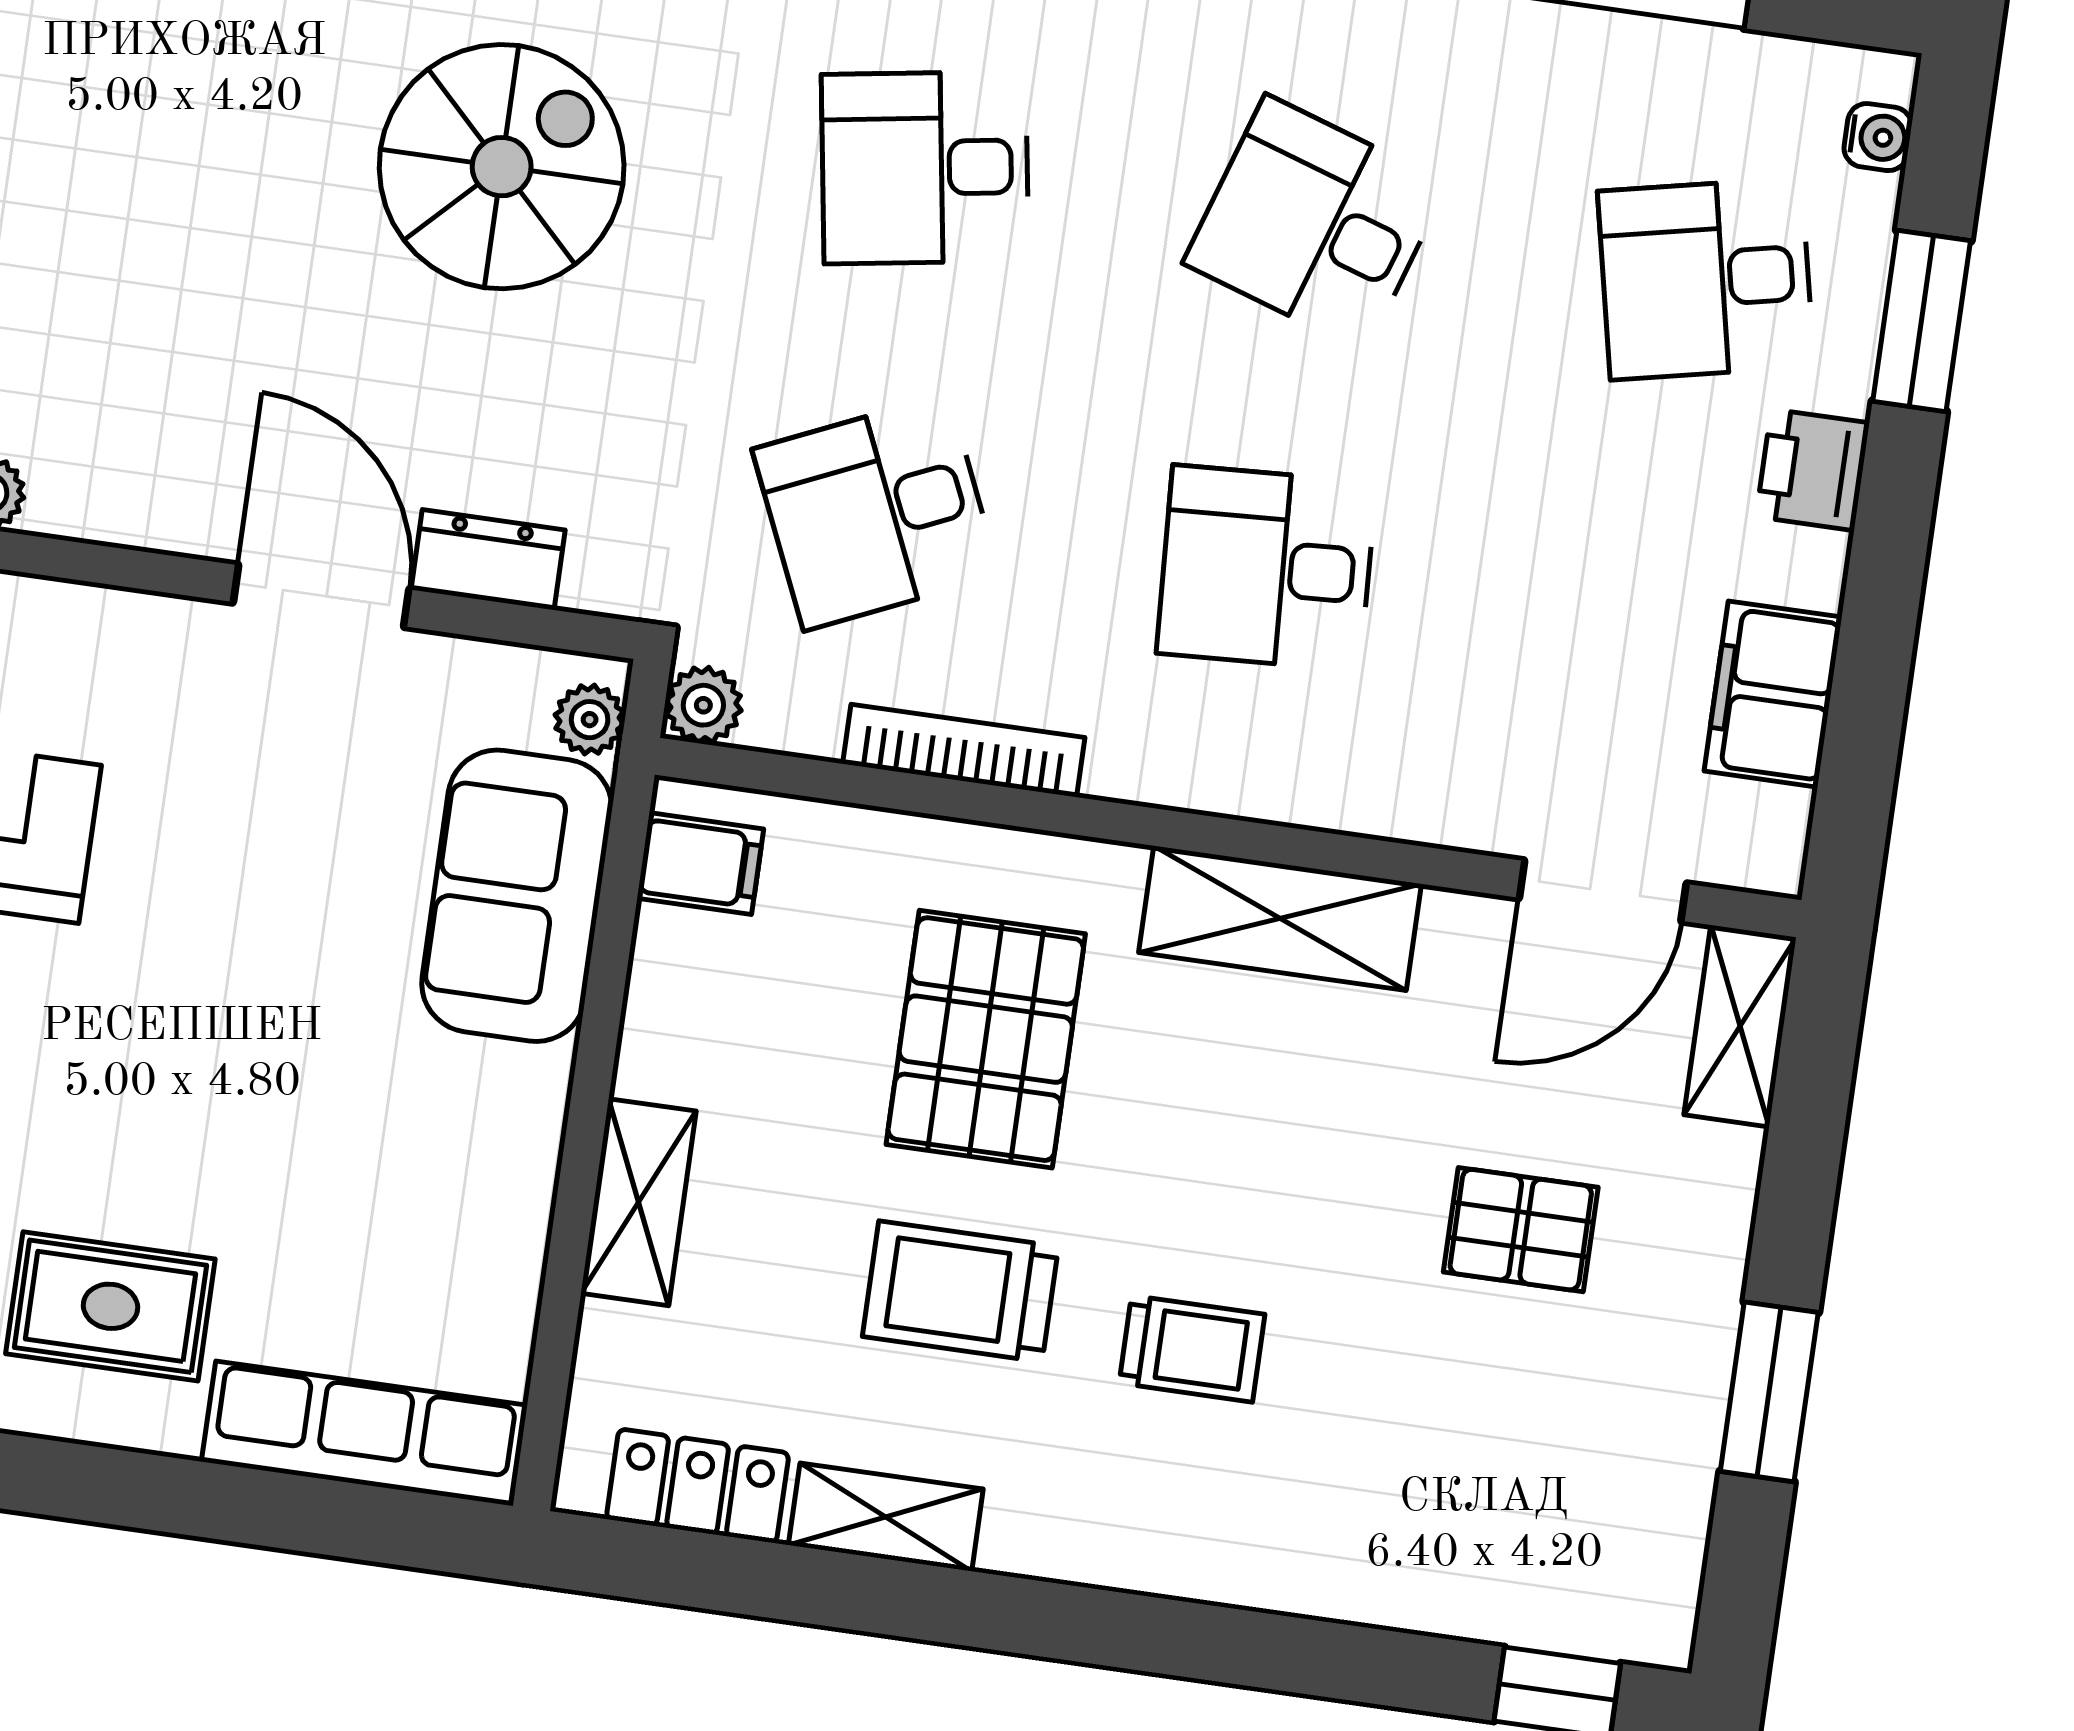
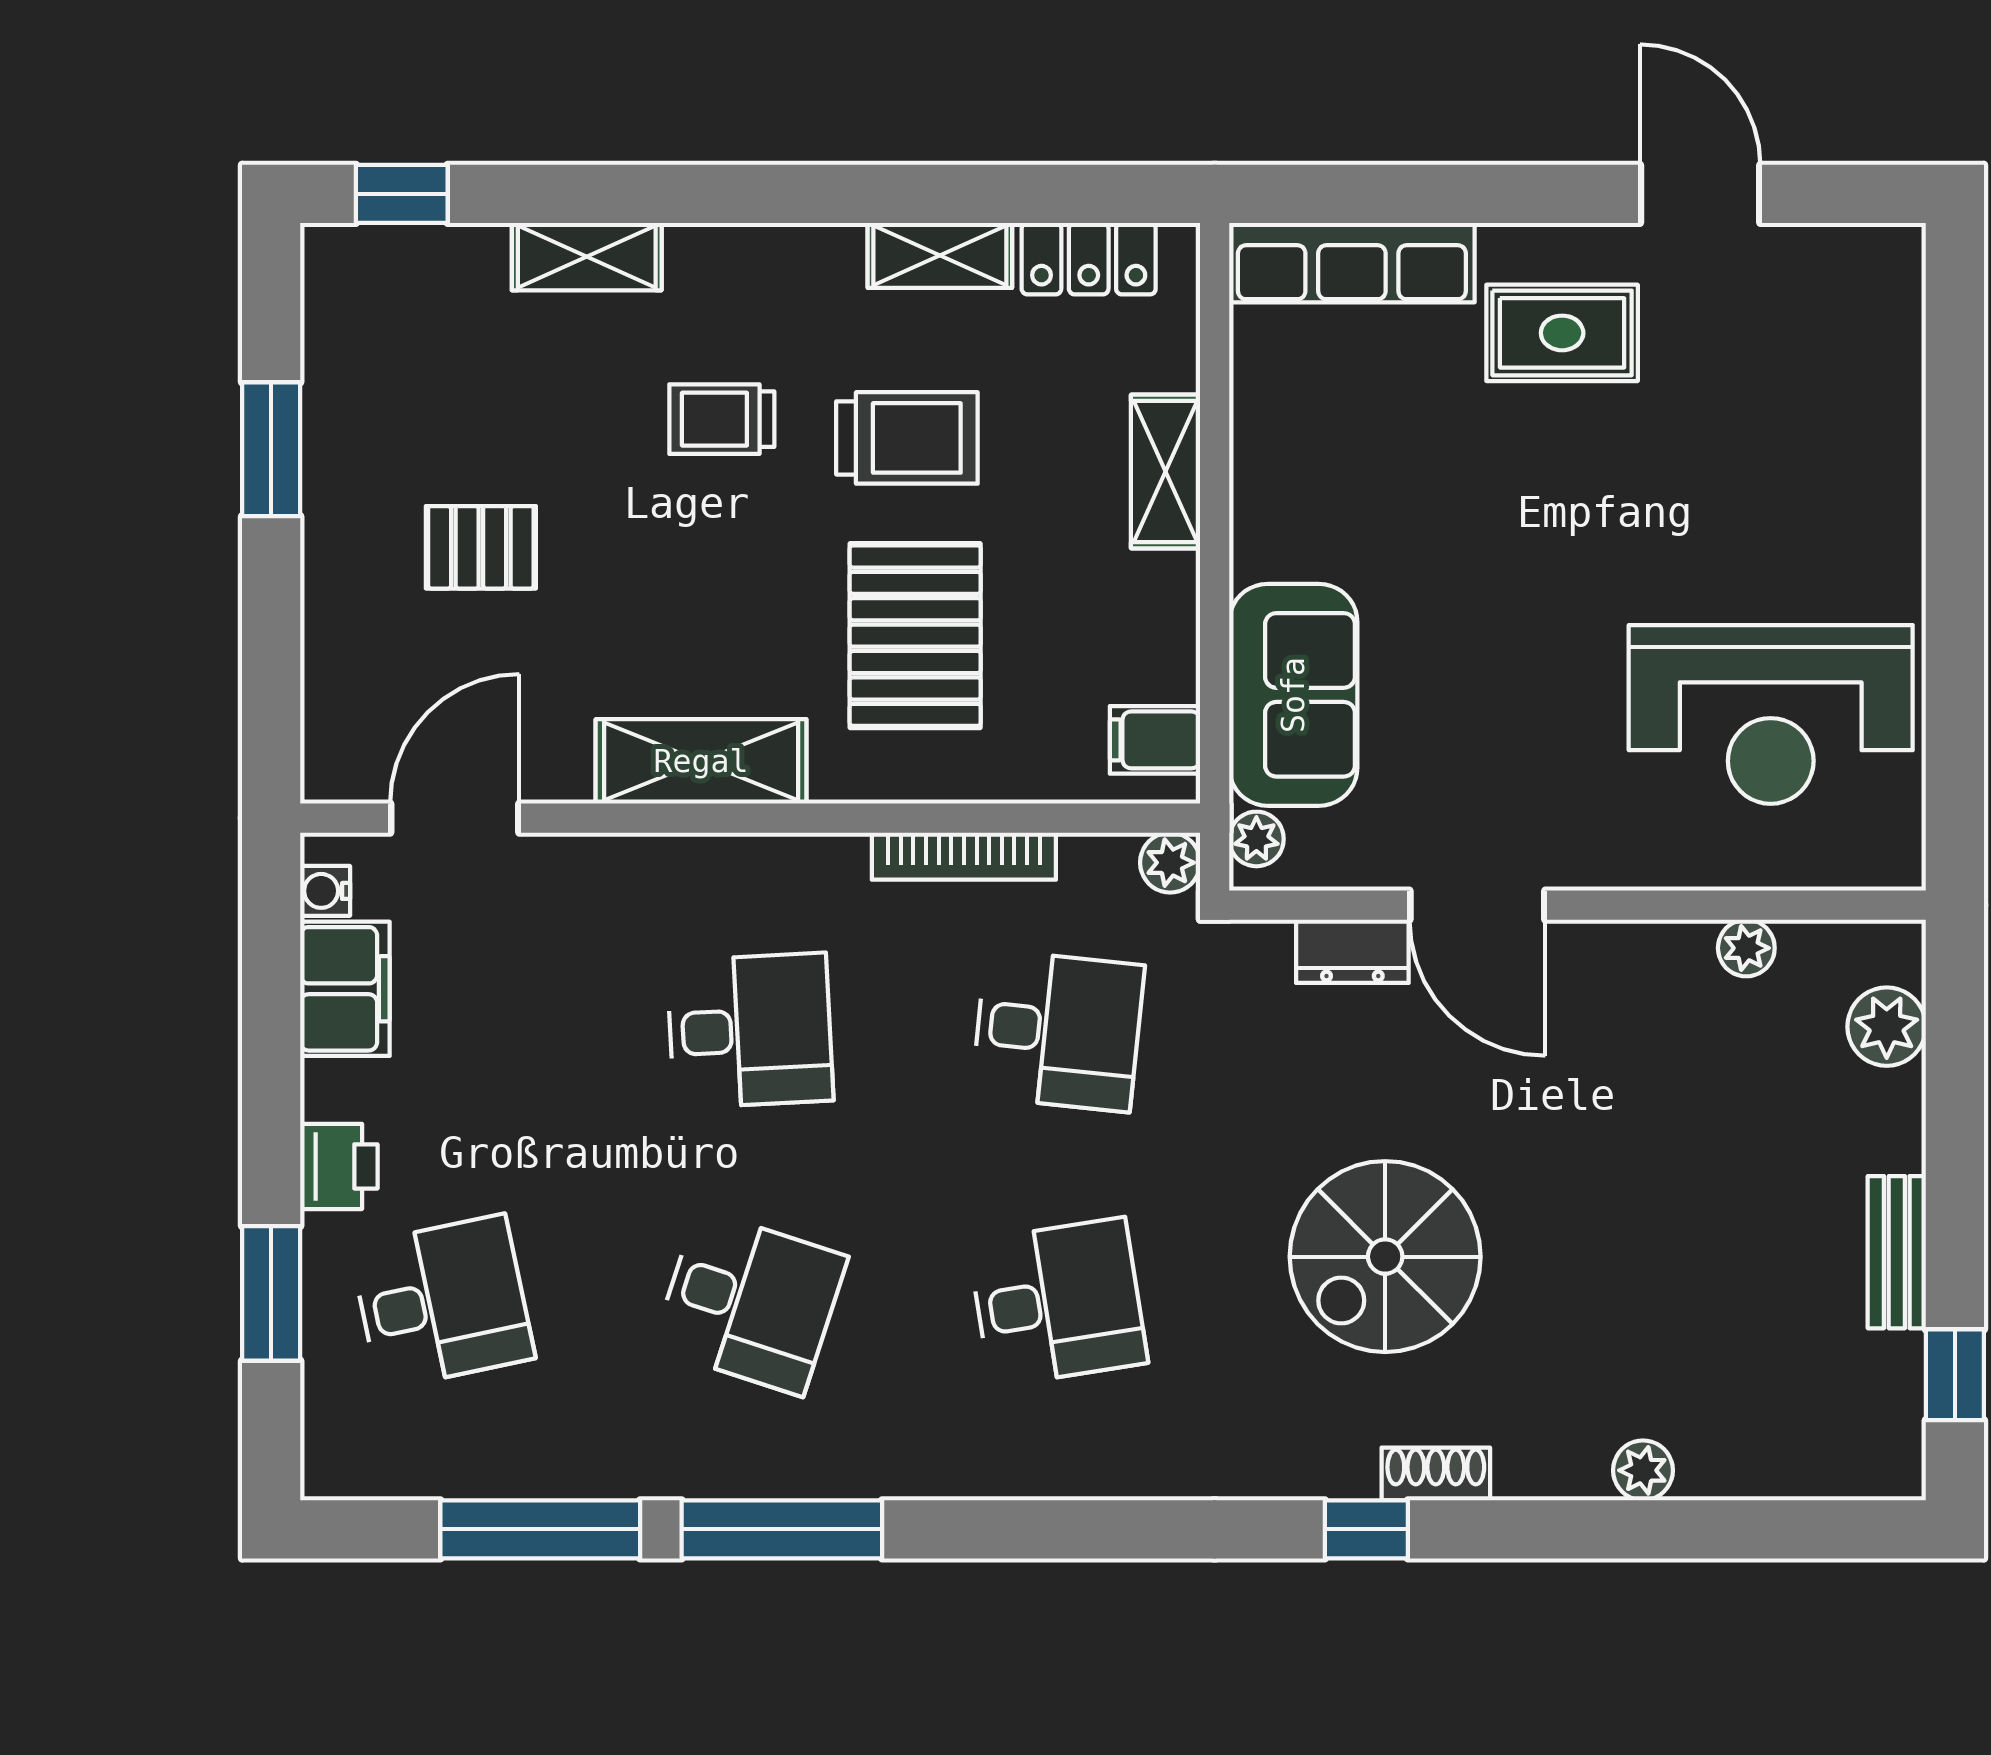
water cooler: (1878, 137) -> (325, 891), moved
desk: (876, 512) -> (1058, 1031), turned 30
shelving: (1740, 1026) -> (587, 257), moved, turned 90

